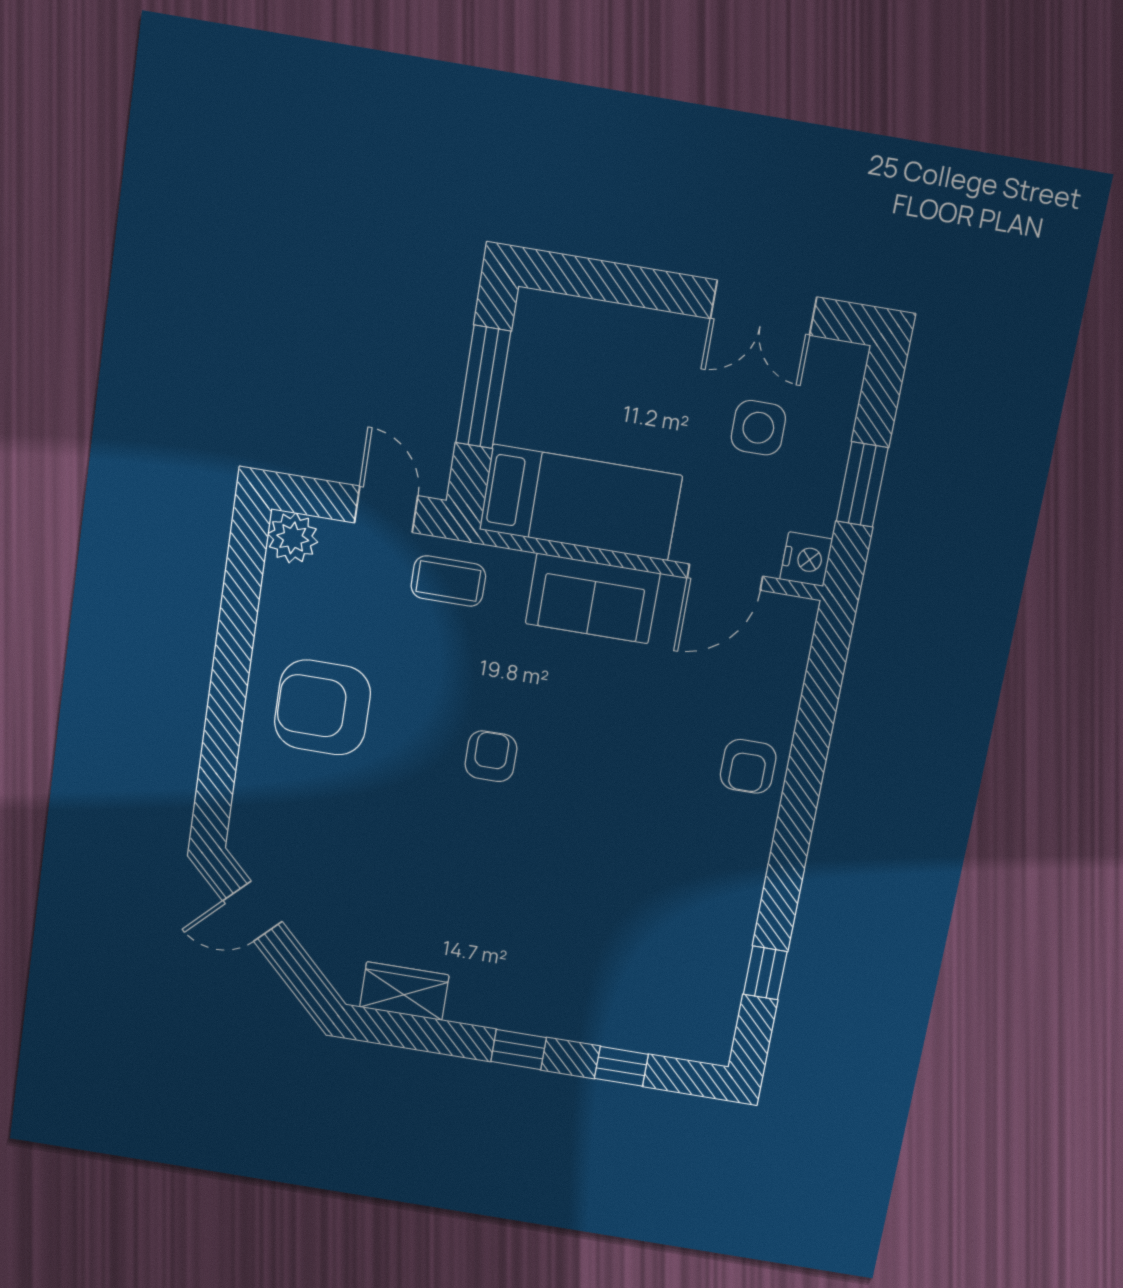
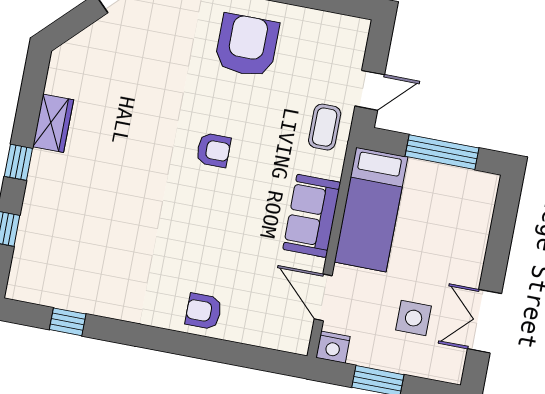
plant: (293, 538) -> (354, 32), removed
wardrobe: (404, 991) -> (53, 123), moved

